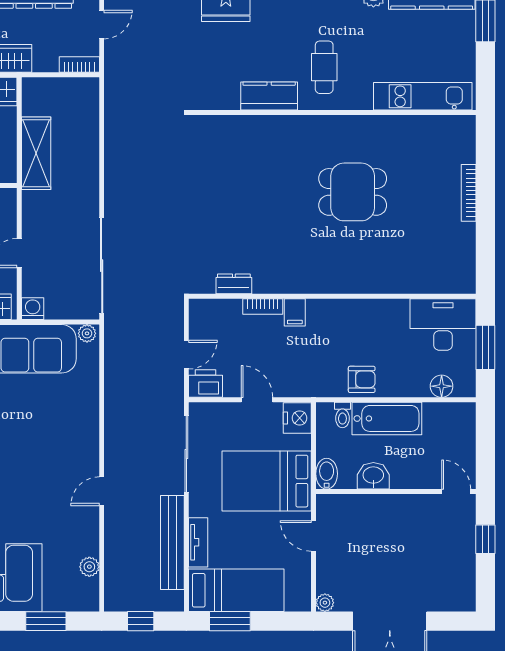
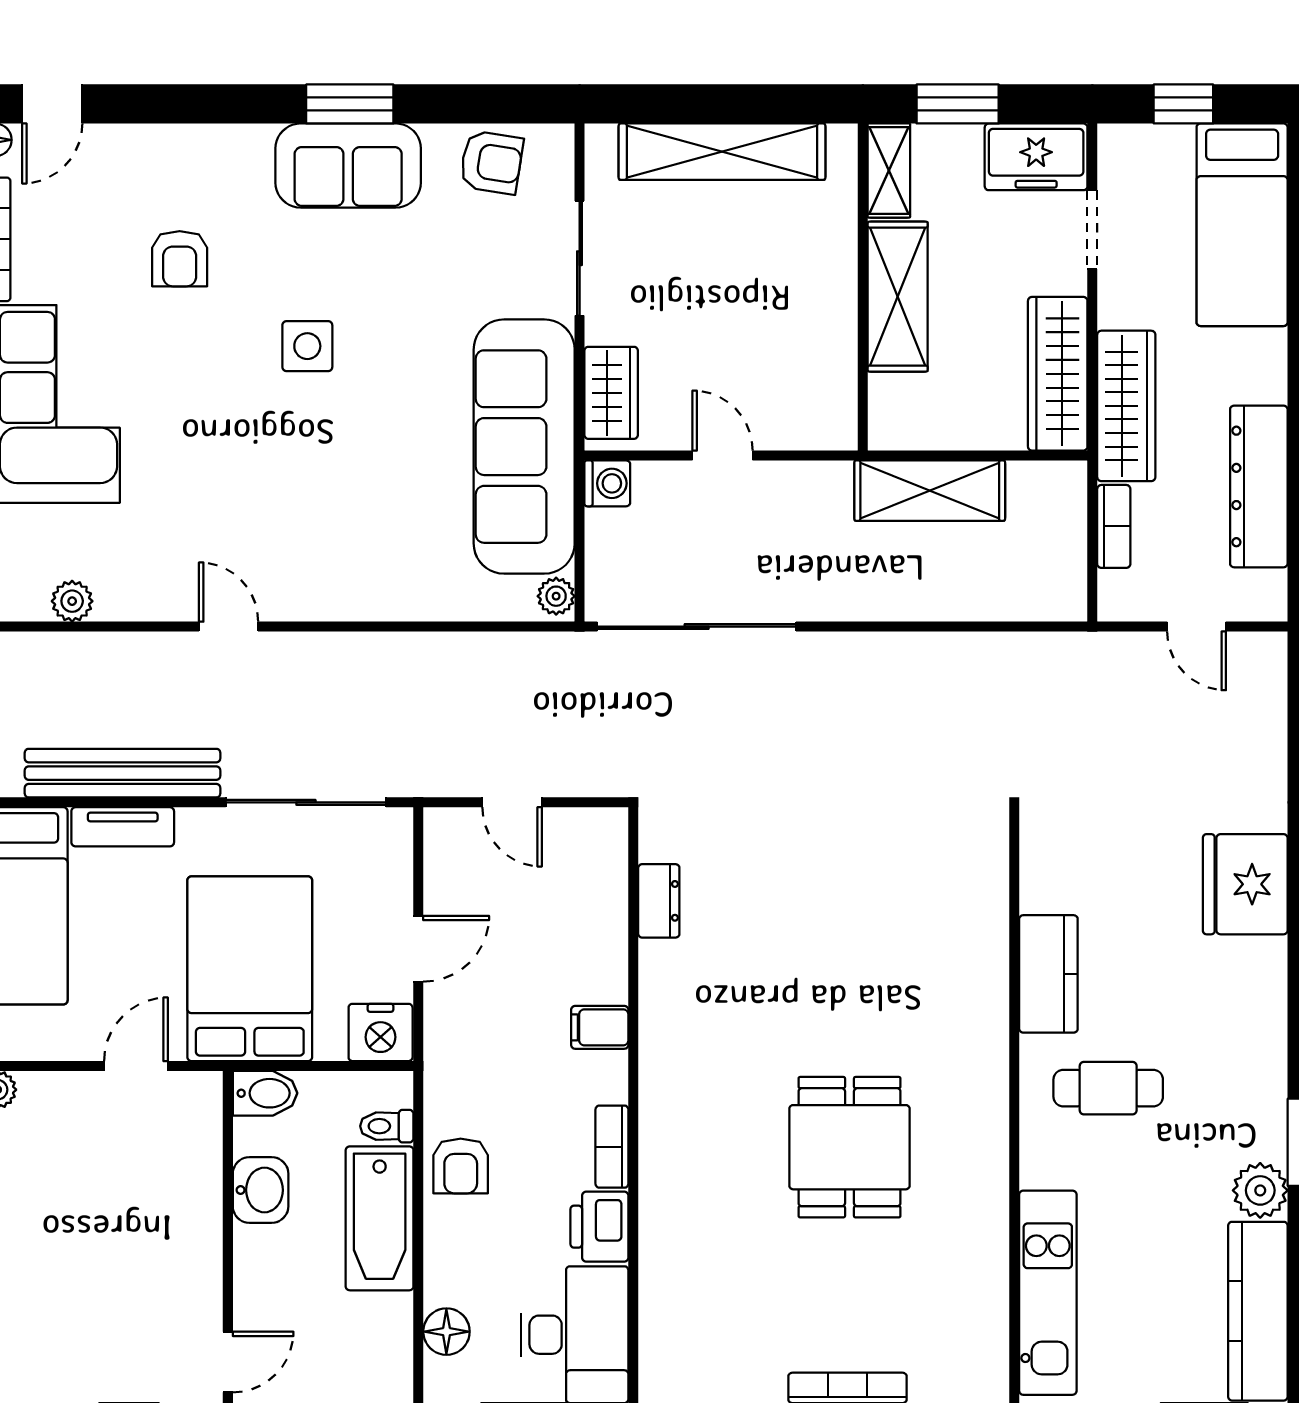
bookcase: (79, 65) -> (1114, 526), moved
bookcase: (263, 306) -> (612, 1147), moved
printer: (206, 383) -> (599, 1227), moved, turned 180

